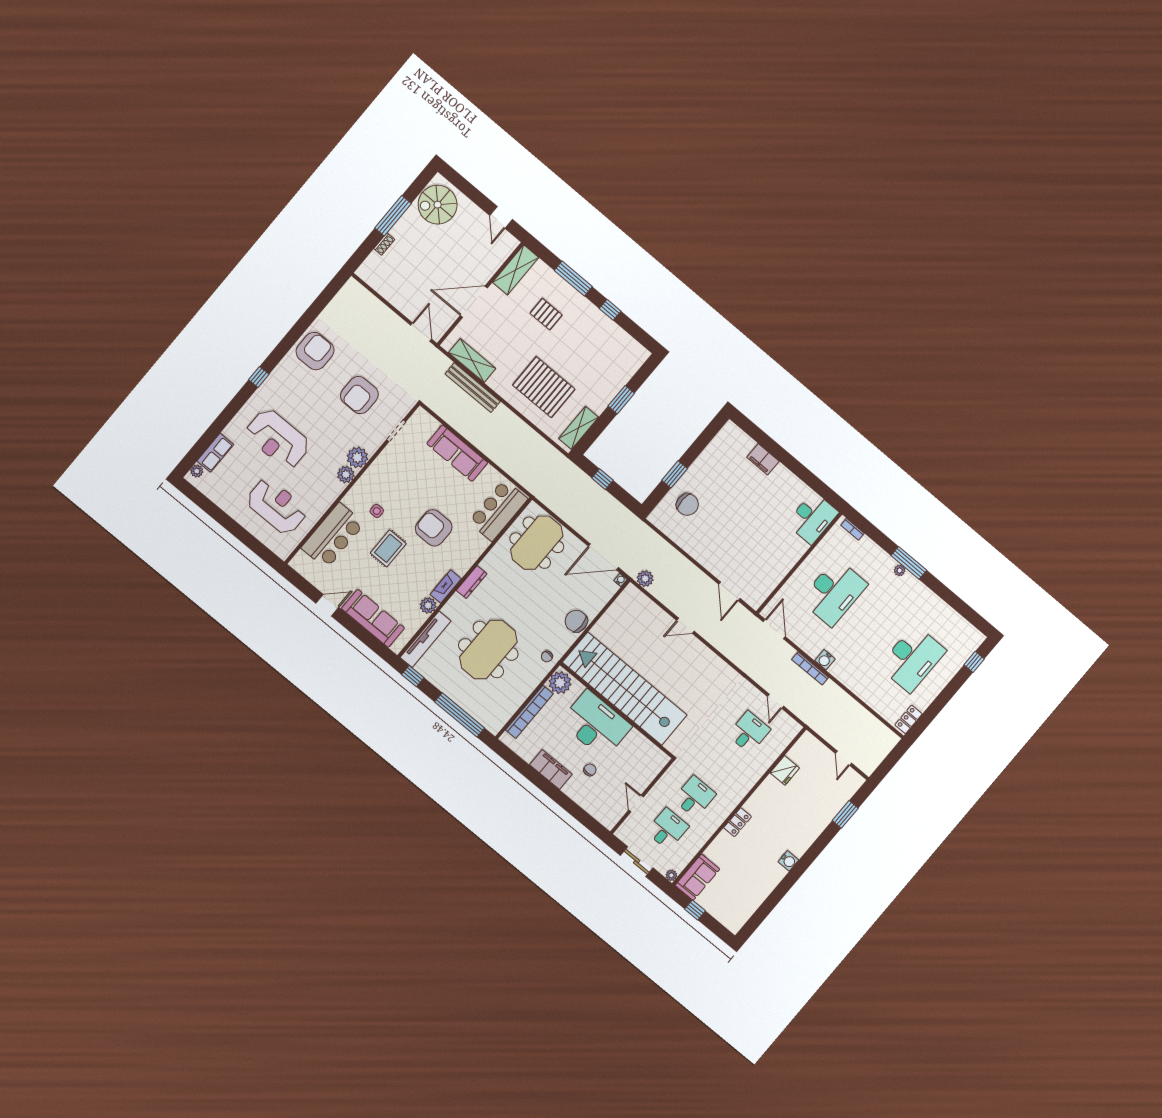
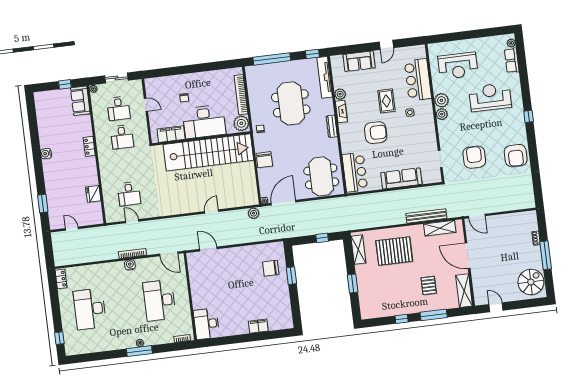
door: (474, 302) -> (468, 256), swing flipped
pallet: (546, 314) -> (429, 285), turned 90
plant: (357, 457) -> (441, 100), moved
sofa: (373, 618) -> (359, 61), width x0.73
chair: (576, 621) -> (264, 160), turned 90
filing cabinet: (551, 770) -> (171, 134), moved, turned 180

